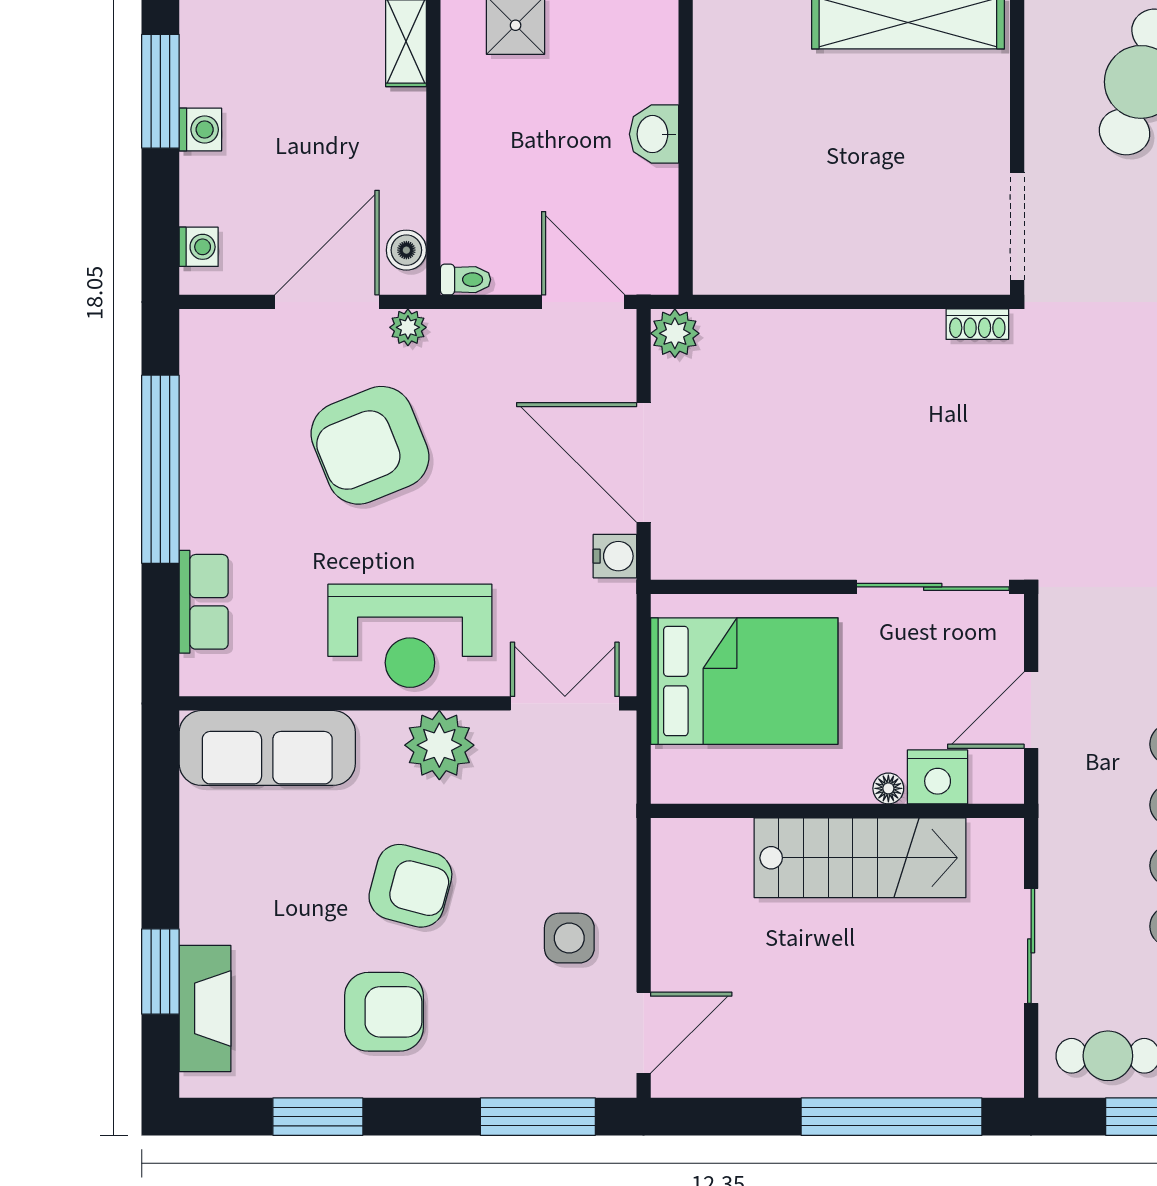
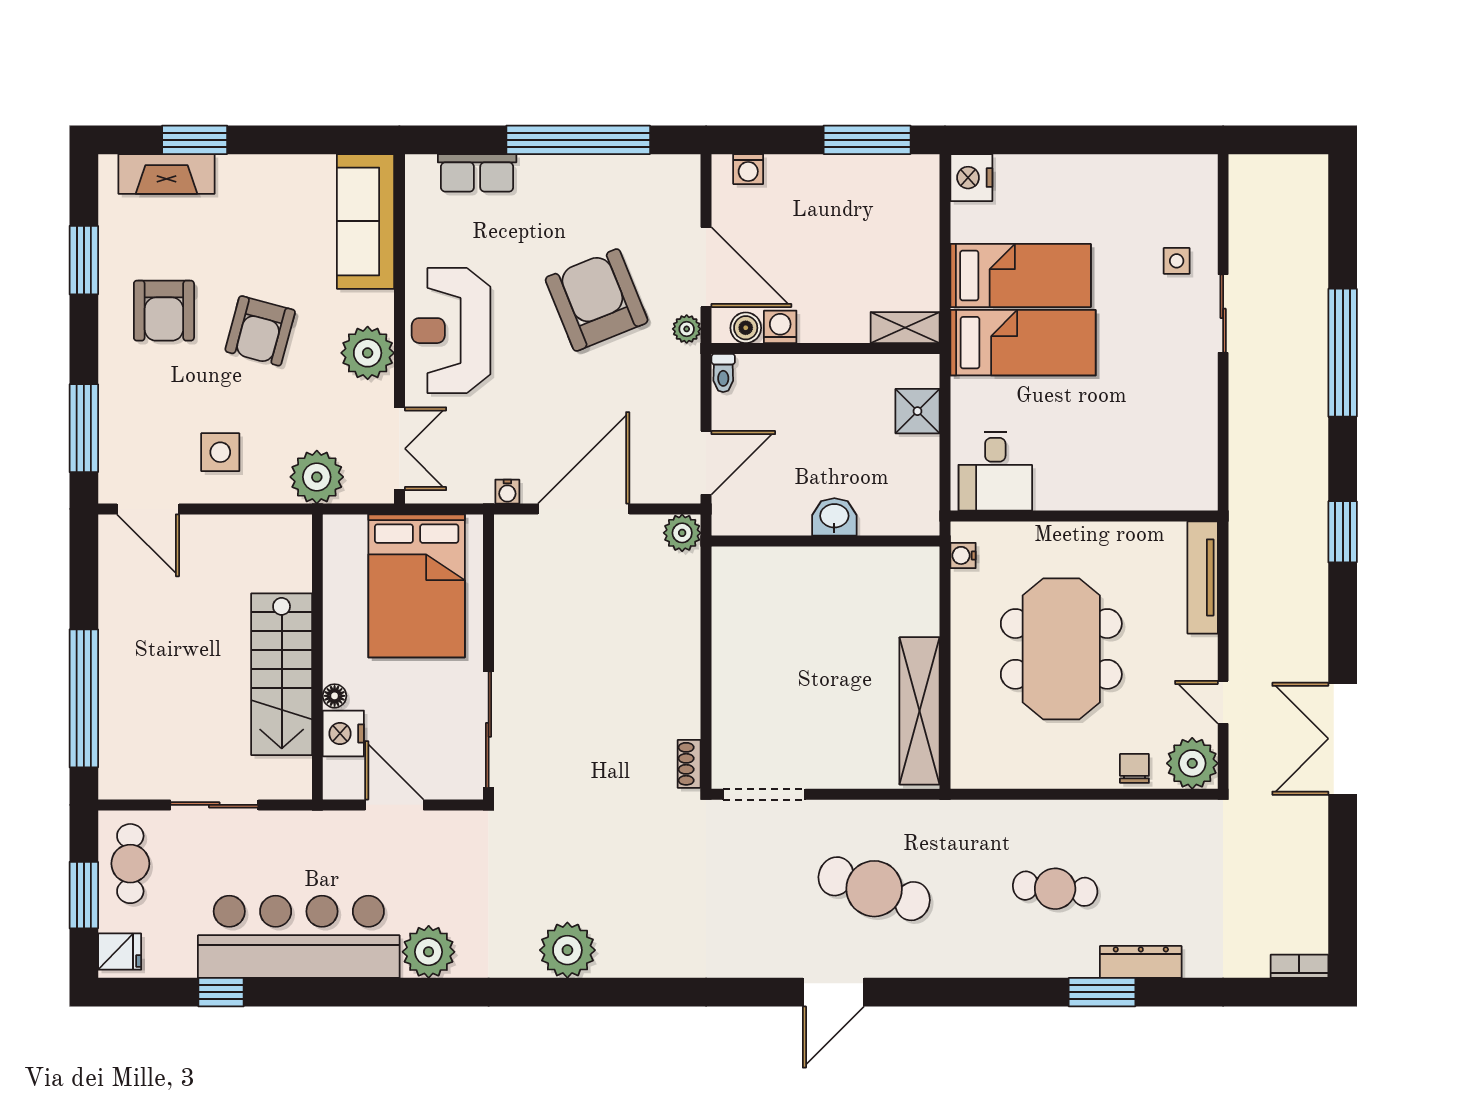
washing machine: (200, 130) -> (780, 327), moved, turned 180
water cooler: (615, 556) -> (507, 492), width x0.72, depth x0.72
plant: (602, 812) -> (317, 477), added

